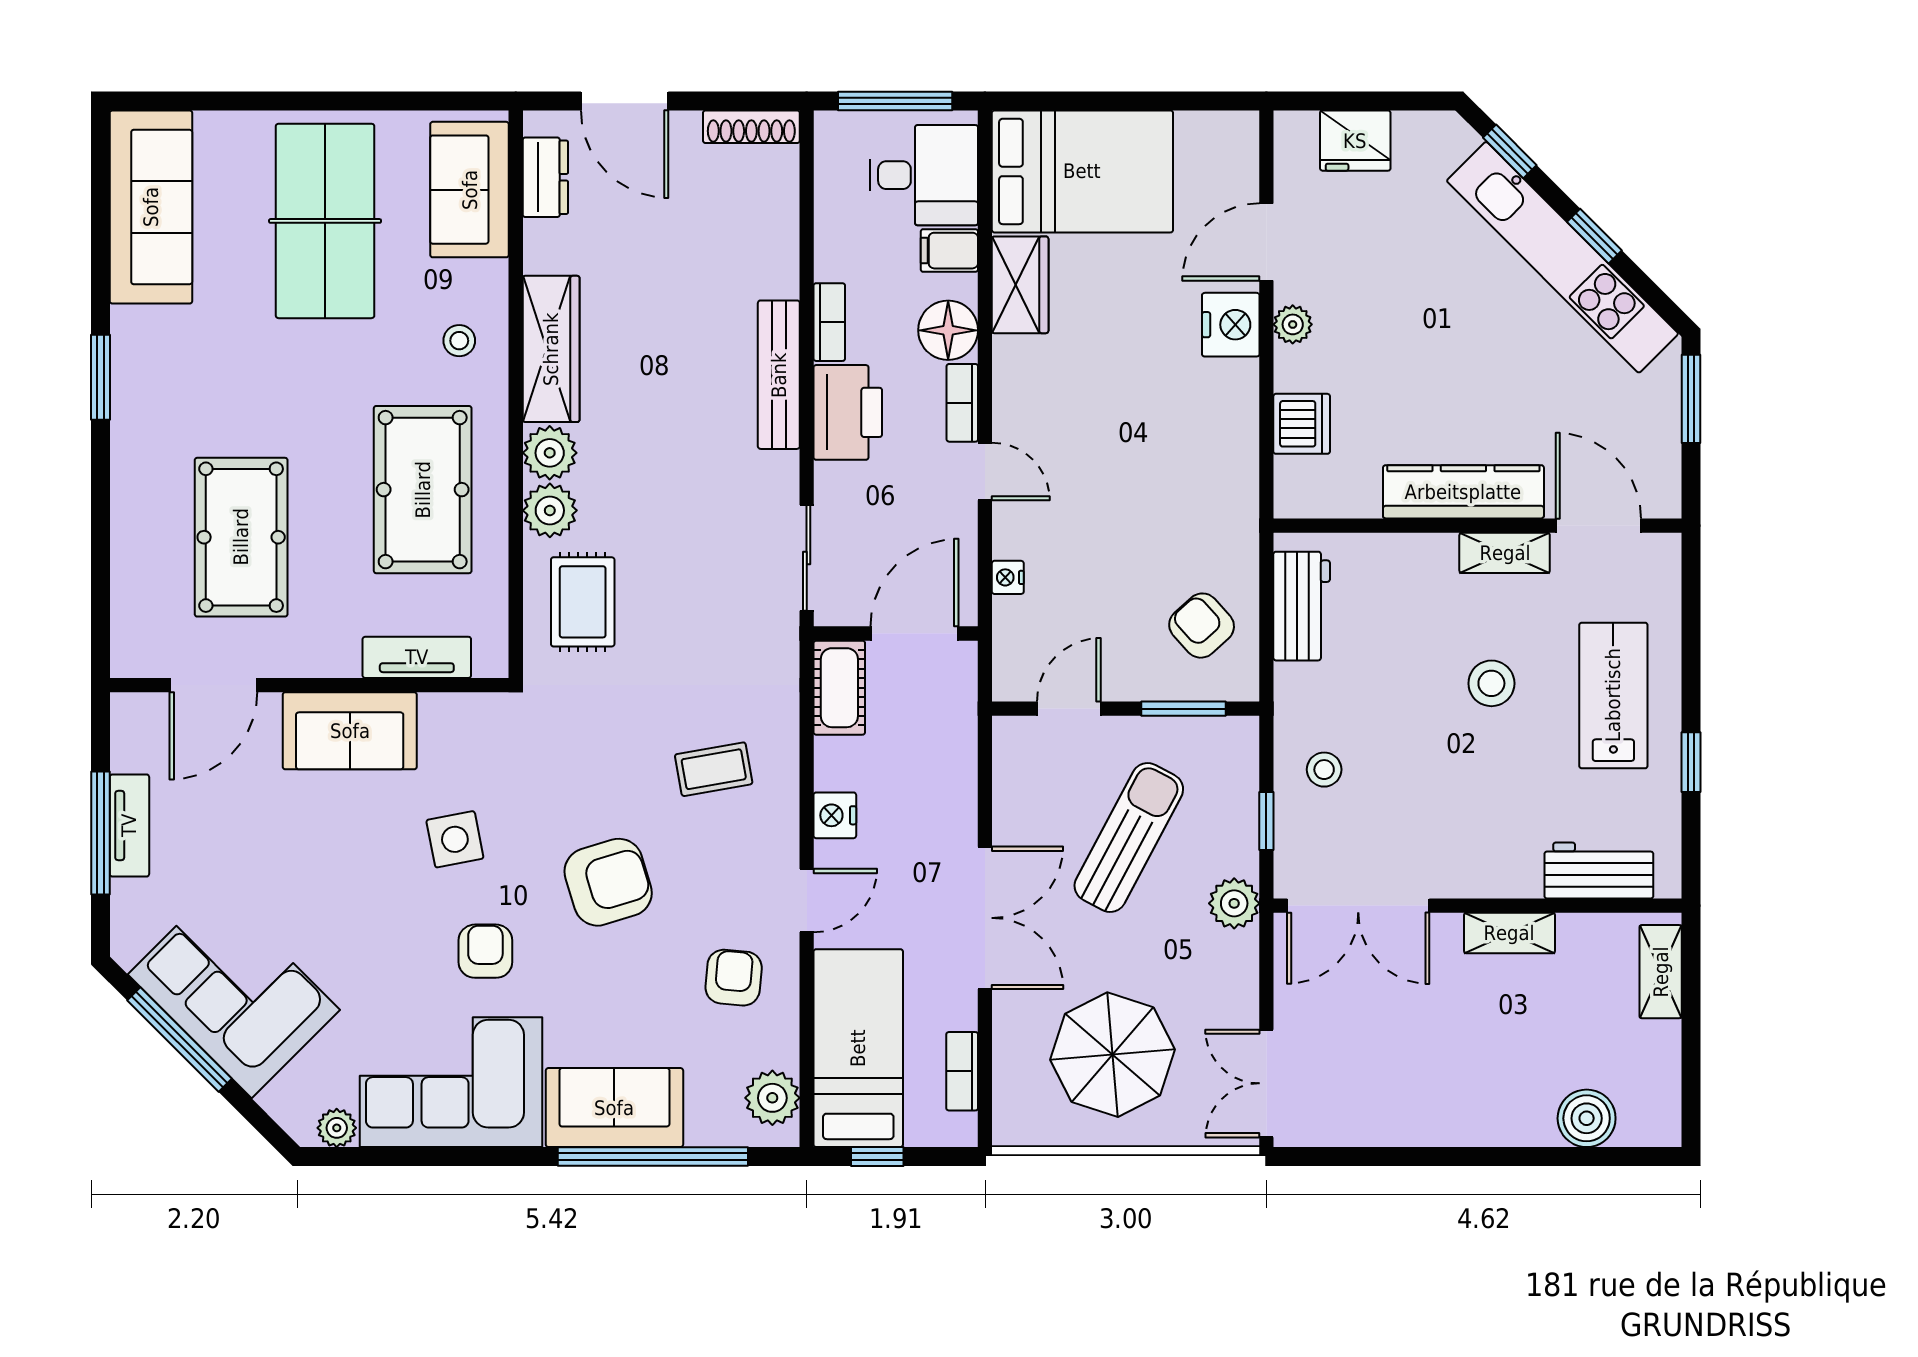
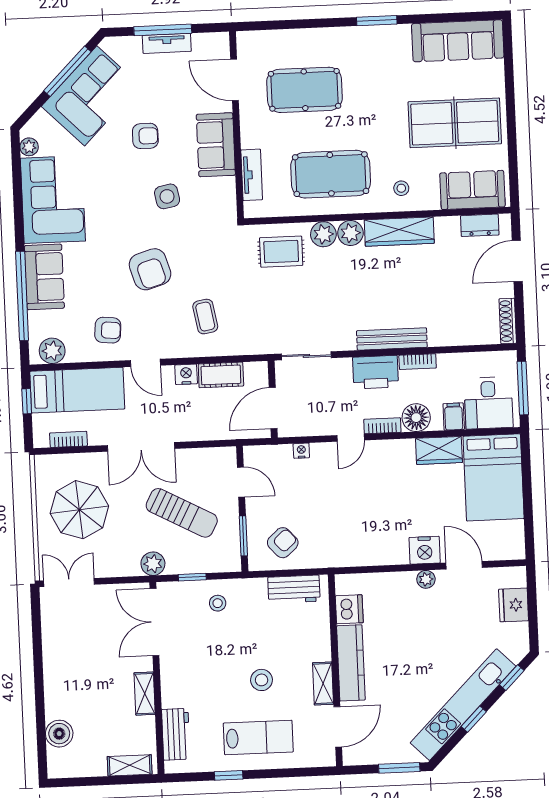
dishwasher: (1302, 424) -> (349, 609), moved, turned -90
door: (914, 633) -> (273, 408), swing flipped
cot: (839, 688) -> (221, 375), moved
armchair: (485, 951) -> (145, 136), moved

